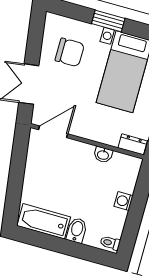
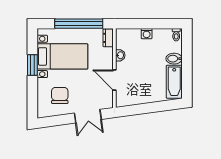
window: (108, 21) -> (32, 65), moved
door: (53, 132) -> (114, 80), moved

